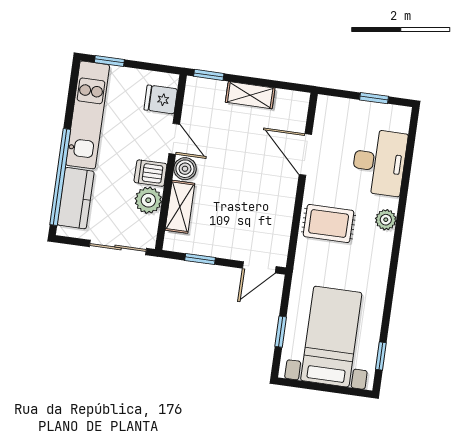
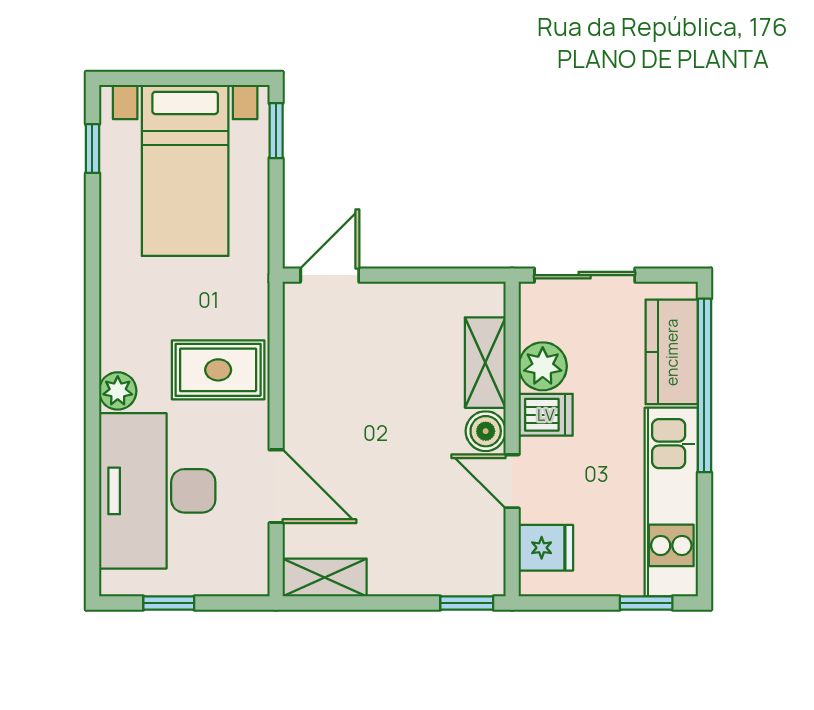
shelving: (250, 95) -> (325, 578), moved
desk: (379, 162) -> (157, 491), width x1.36, depth x1.30
window: (200, 259) -> (437, 275), removed
window: (281, 332) -> (276, 131), moved

